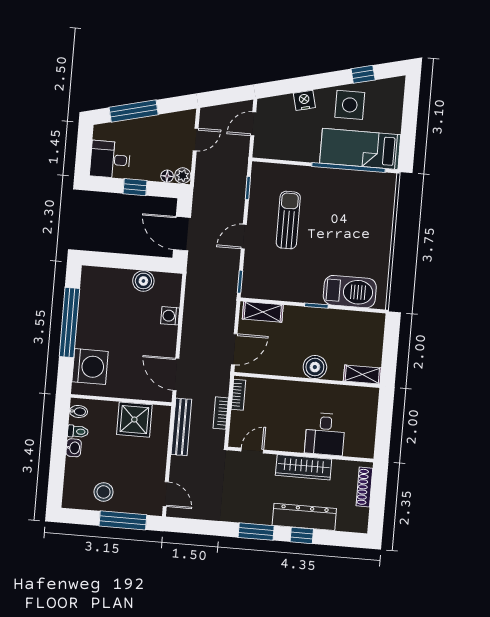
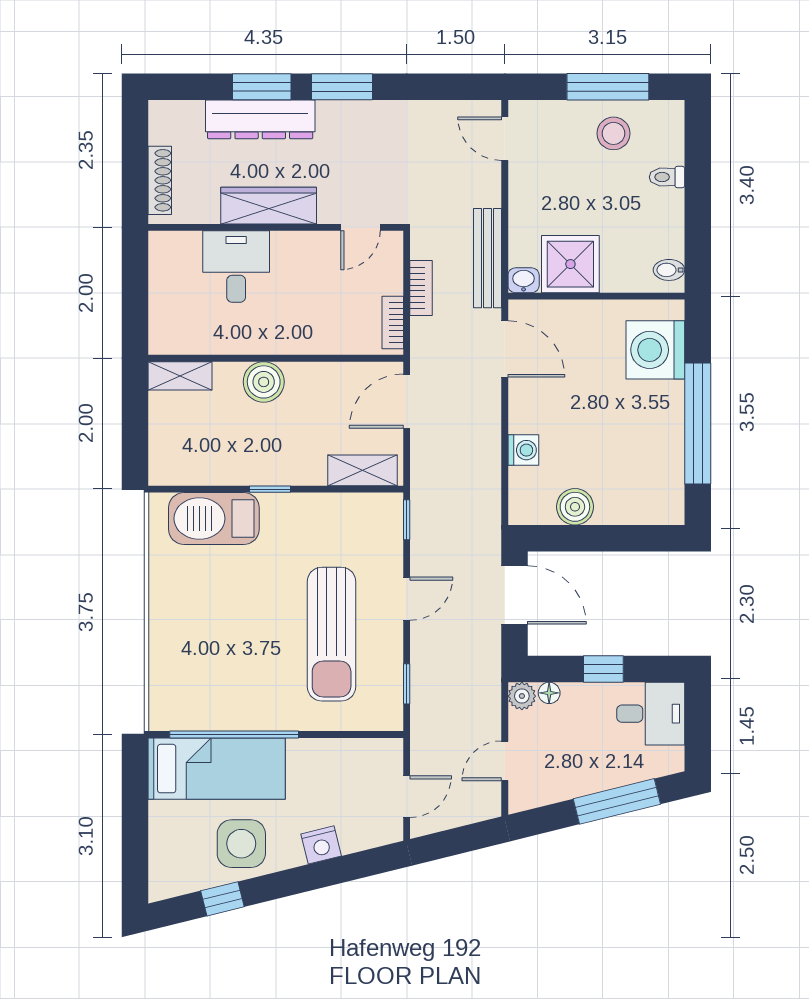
sun lounger: (288, 220) -> (332, 634), width x1.36, depth x1.34
toilet: (78, 431) -> (667, 177), moved
washbasin: (74, 448) -> (524, 280), moved, turned 90
window: (123, 520) -> (608, 87), moved
window: (302, 535) -> (262, 87), width x1.50

